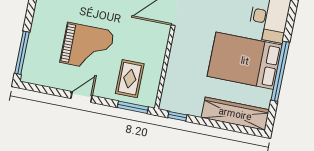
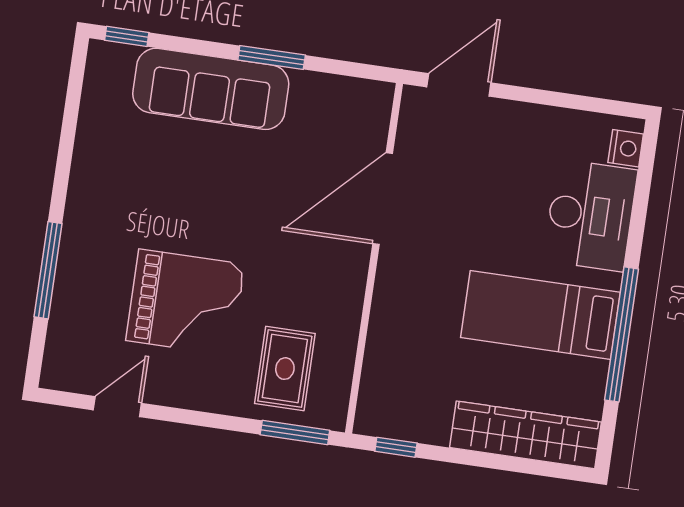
window: (22, 53) -> (48, 270), moved
bed: (245, 61) -> (540, 315), width x0.67
door: (81, 97) -> (117, 407), moved

